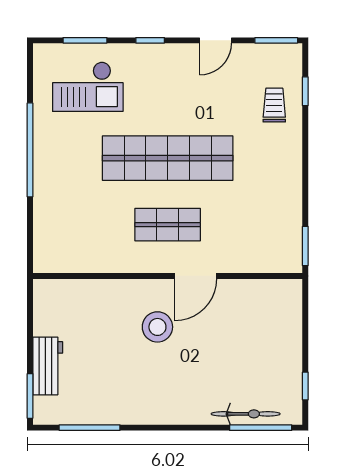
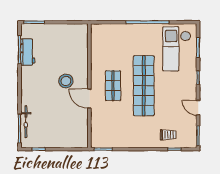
checkout: (88, 87) -> (177, 49), width x1.36, depth x1.21
workbench: (48, 366) -> (28, 52), moved, turned -90

